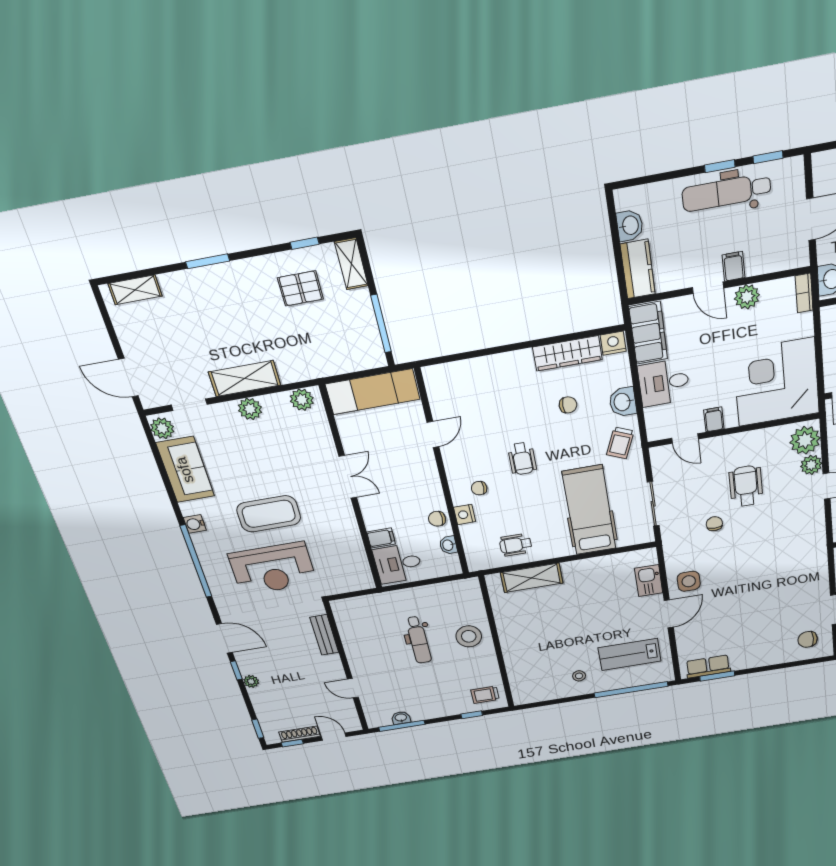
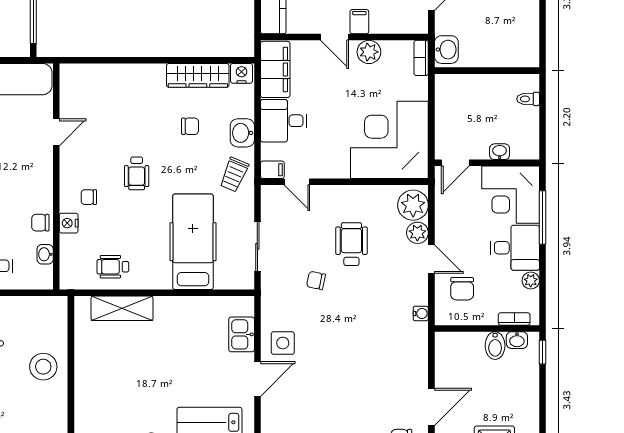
filing cabinet: (714, 419) -> (272, 170), moved, turned 90
chair: (714, 524) -> (316, 280), turned -78
water cooler: (819, 535) -> (421, 314), added

